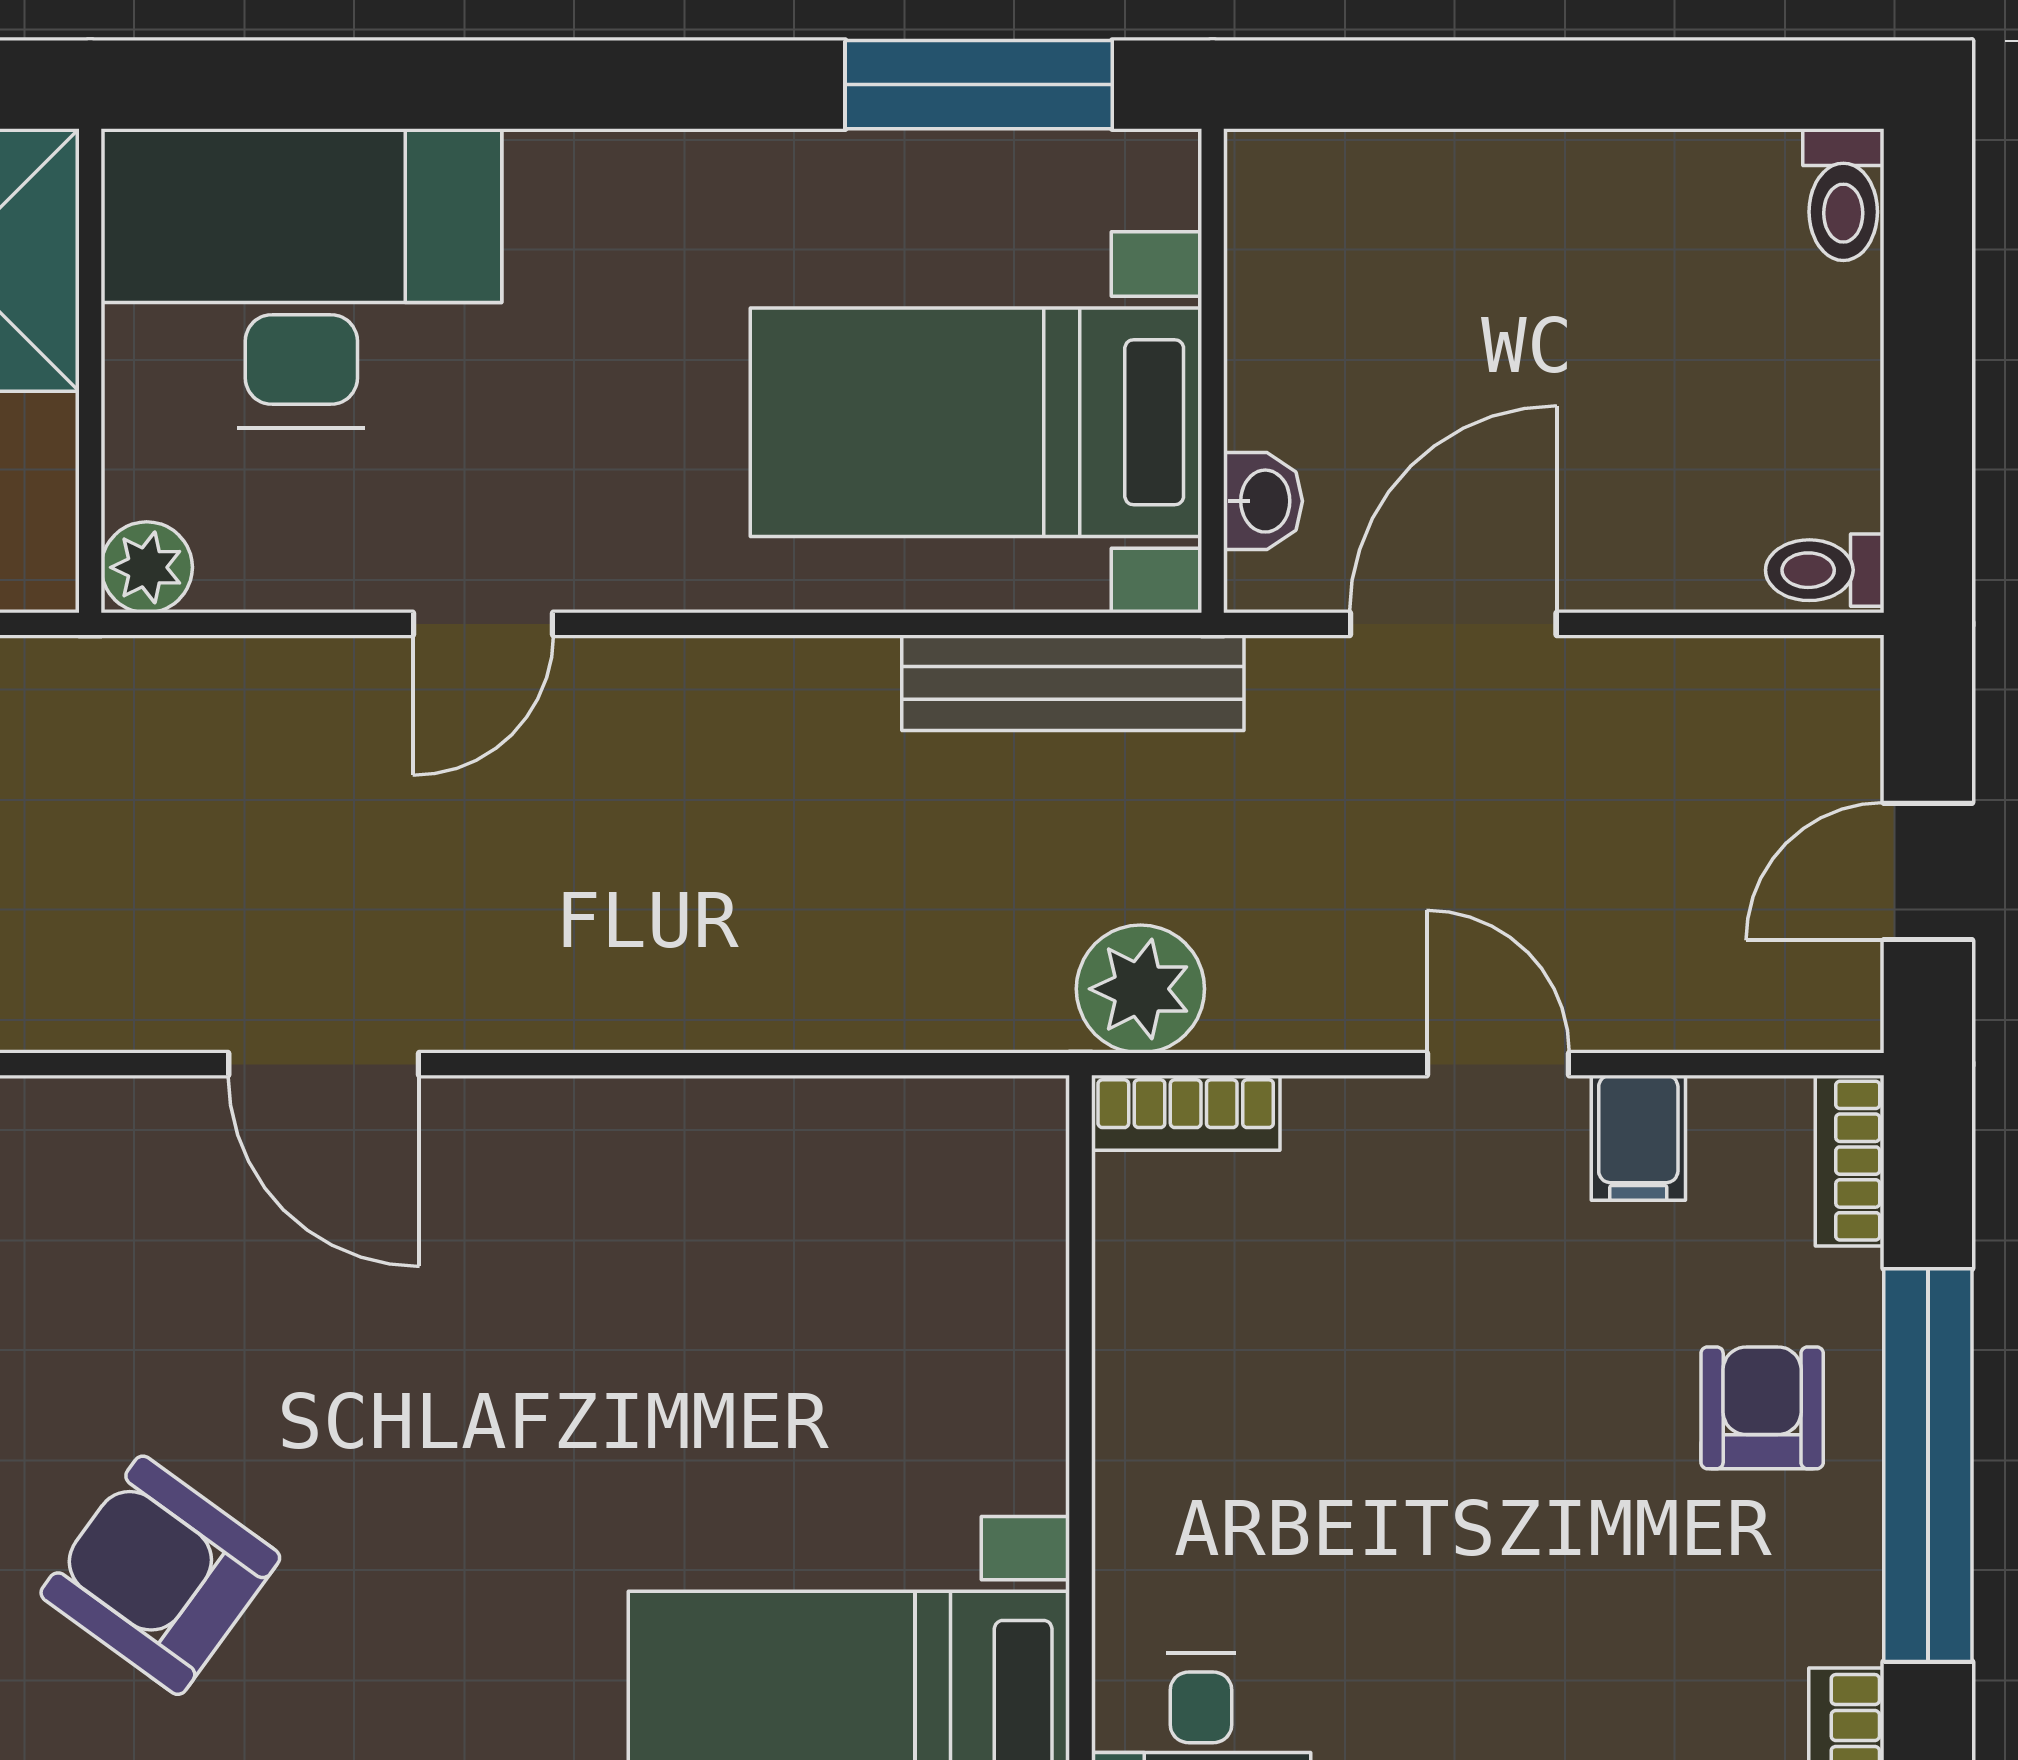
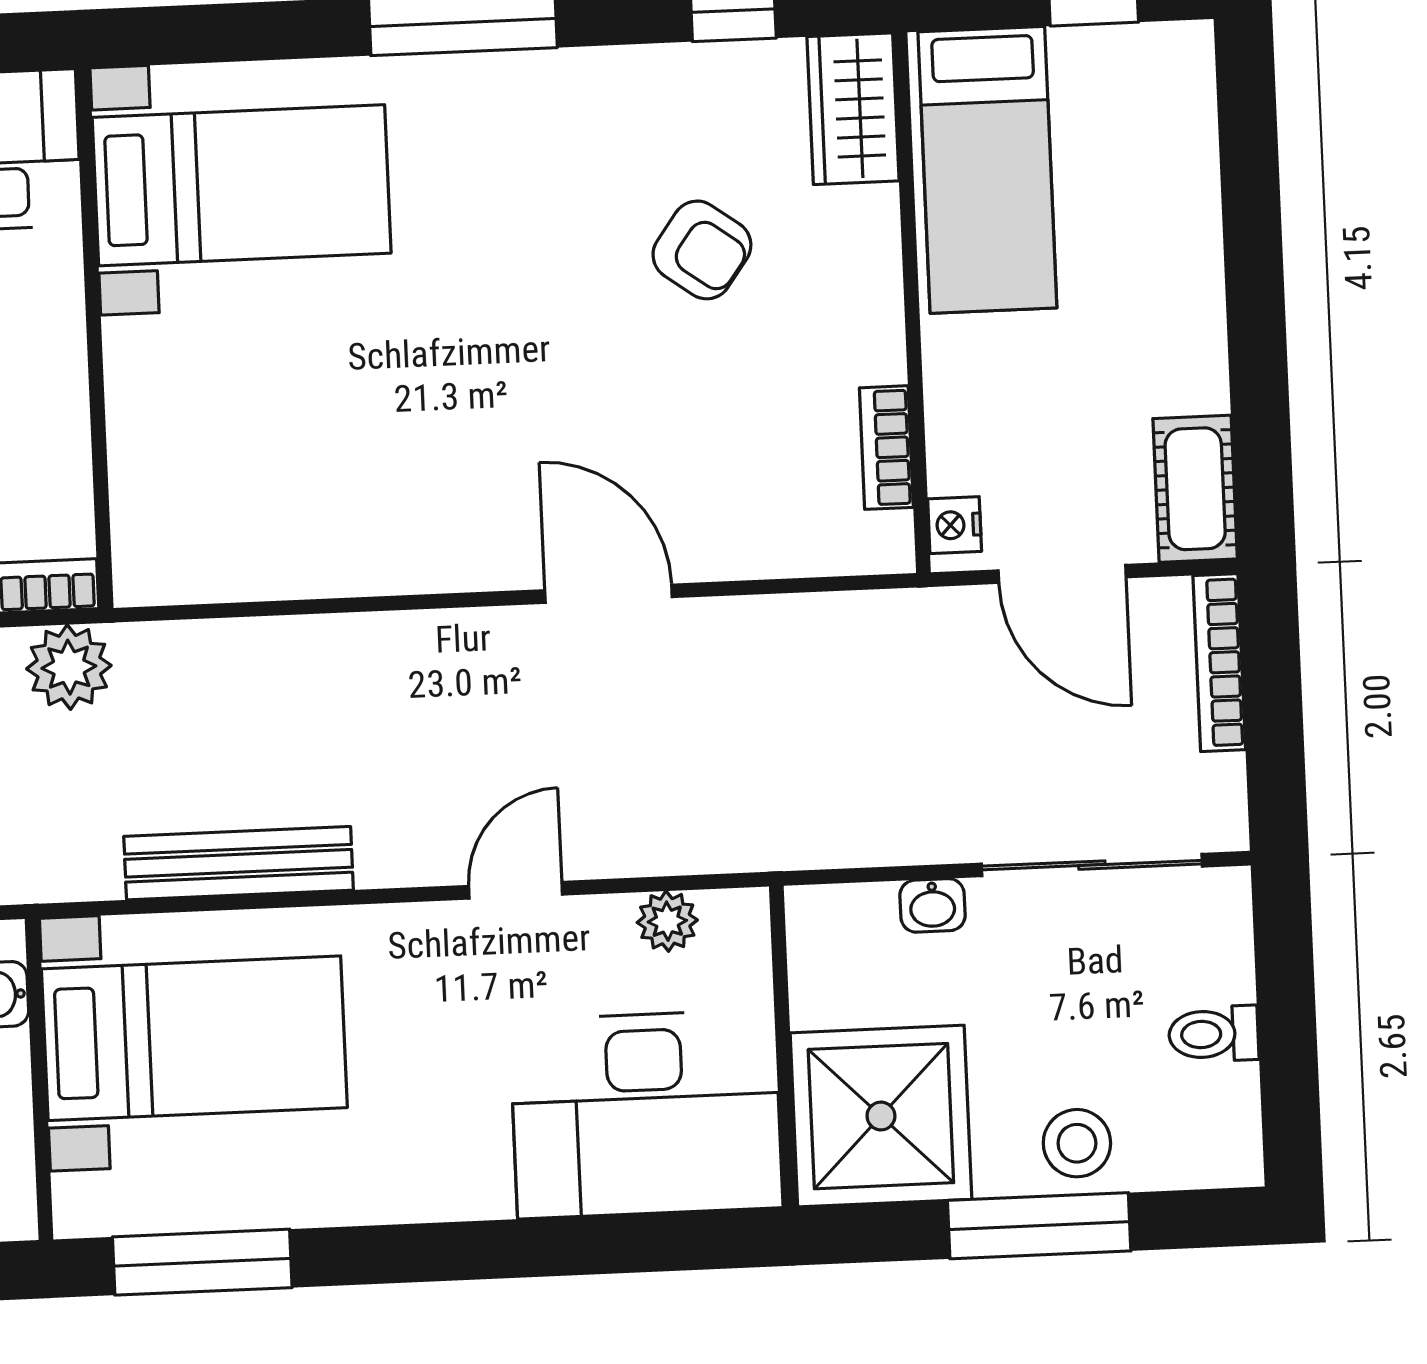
plant: (147, 567) -> (667, 921), moved
bench: (1073, 683) -> (239, 863), moved
armchair: (160, 1575) -> (702, 250), width x0.72, depth x0.72

